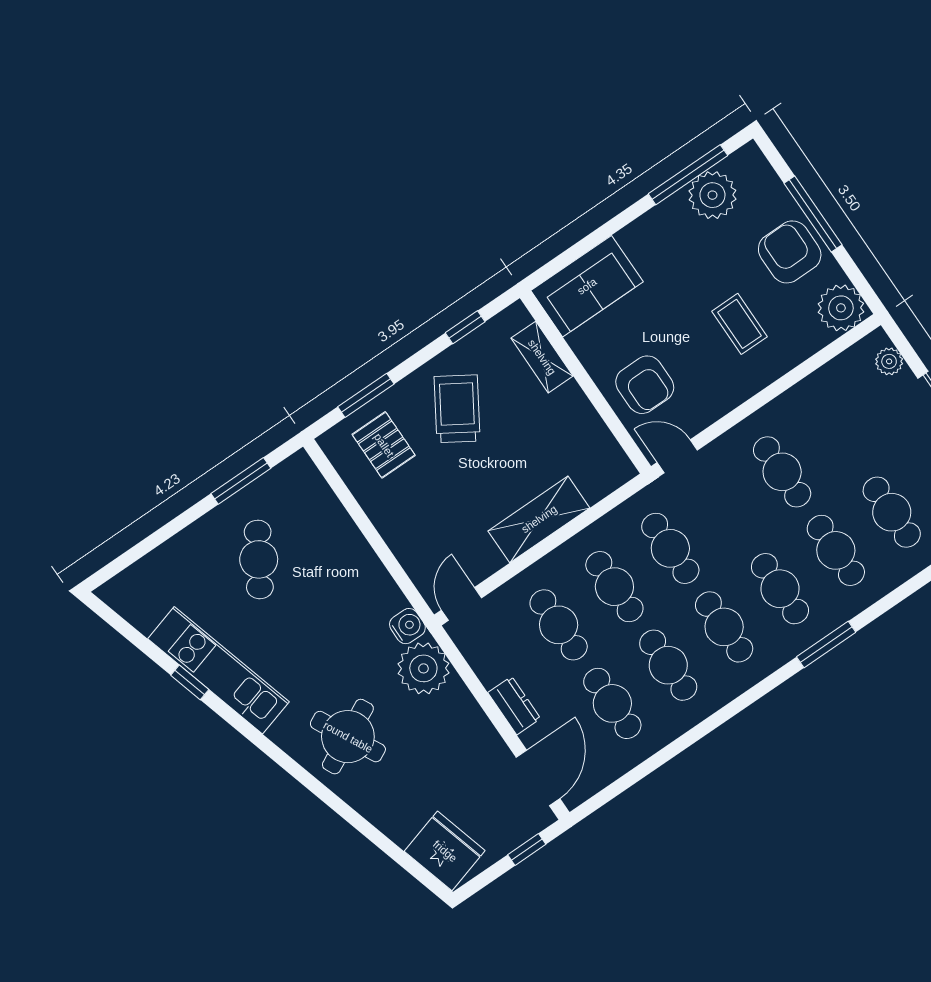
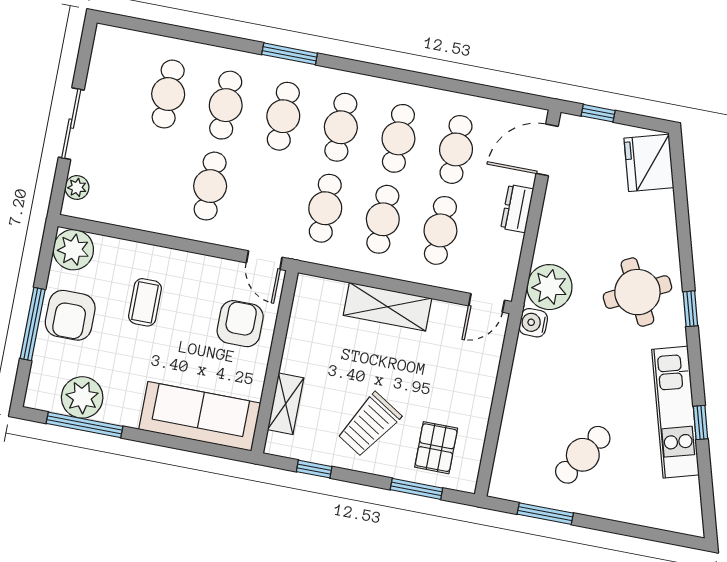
sofa: (587, 286) -> (200, 416), width x1.36
window: (291, 766) -> (690, 309), added

